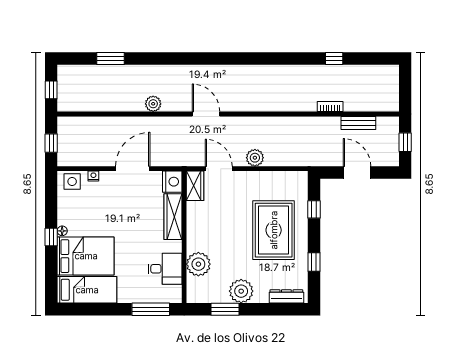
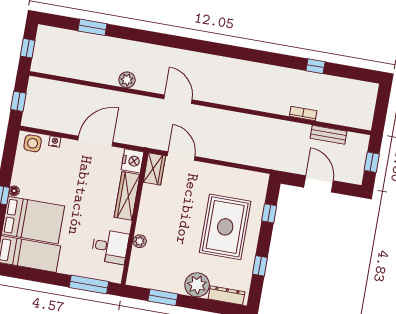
plant: (255, 158) -> (219, 151), removed
plant: (198, 264) -> (140, 241), width x0.53, depth x0.53
plant: (241, 291) -> (197, 285), moved

